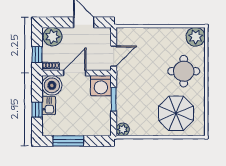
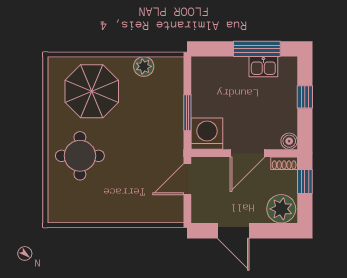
plant: (196, 37) -> (62, 209), removed
boiler: (52, 85) -> (289, 141), width x0.54, depth x0.54
kitchen sink: (49, 106) -> (263, 67), moved, turned -90
plant: (123, 129) -> (144, 66), moved

